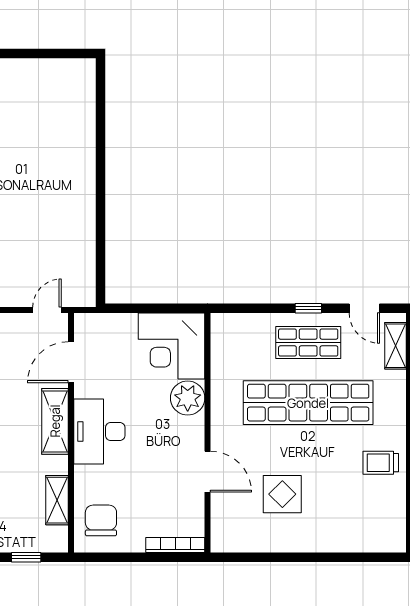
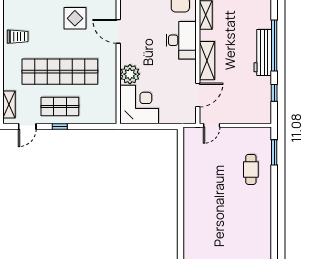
door: (364, 308) -> (27, 126), swing flipped
desk: (99, 431) -> (181, 40), moved

